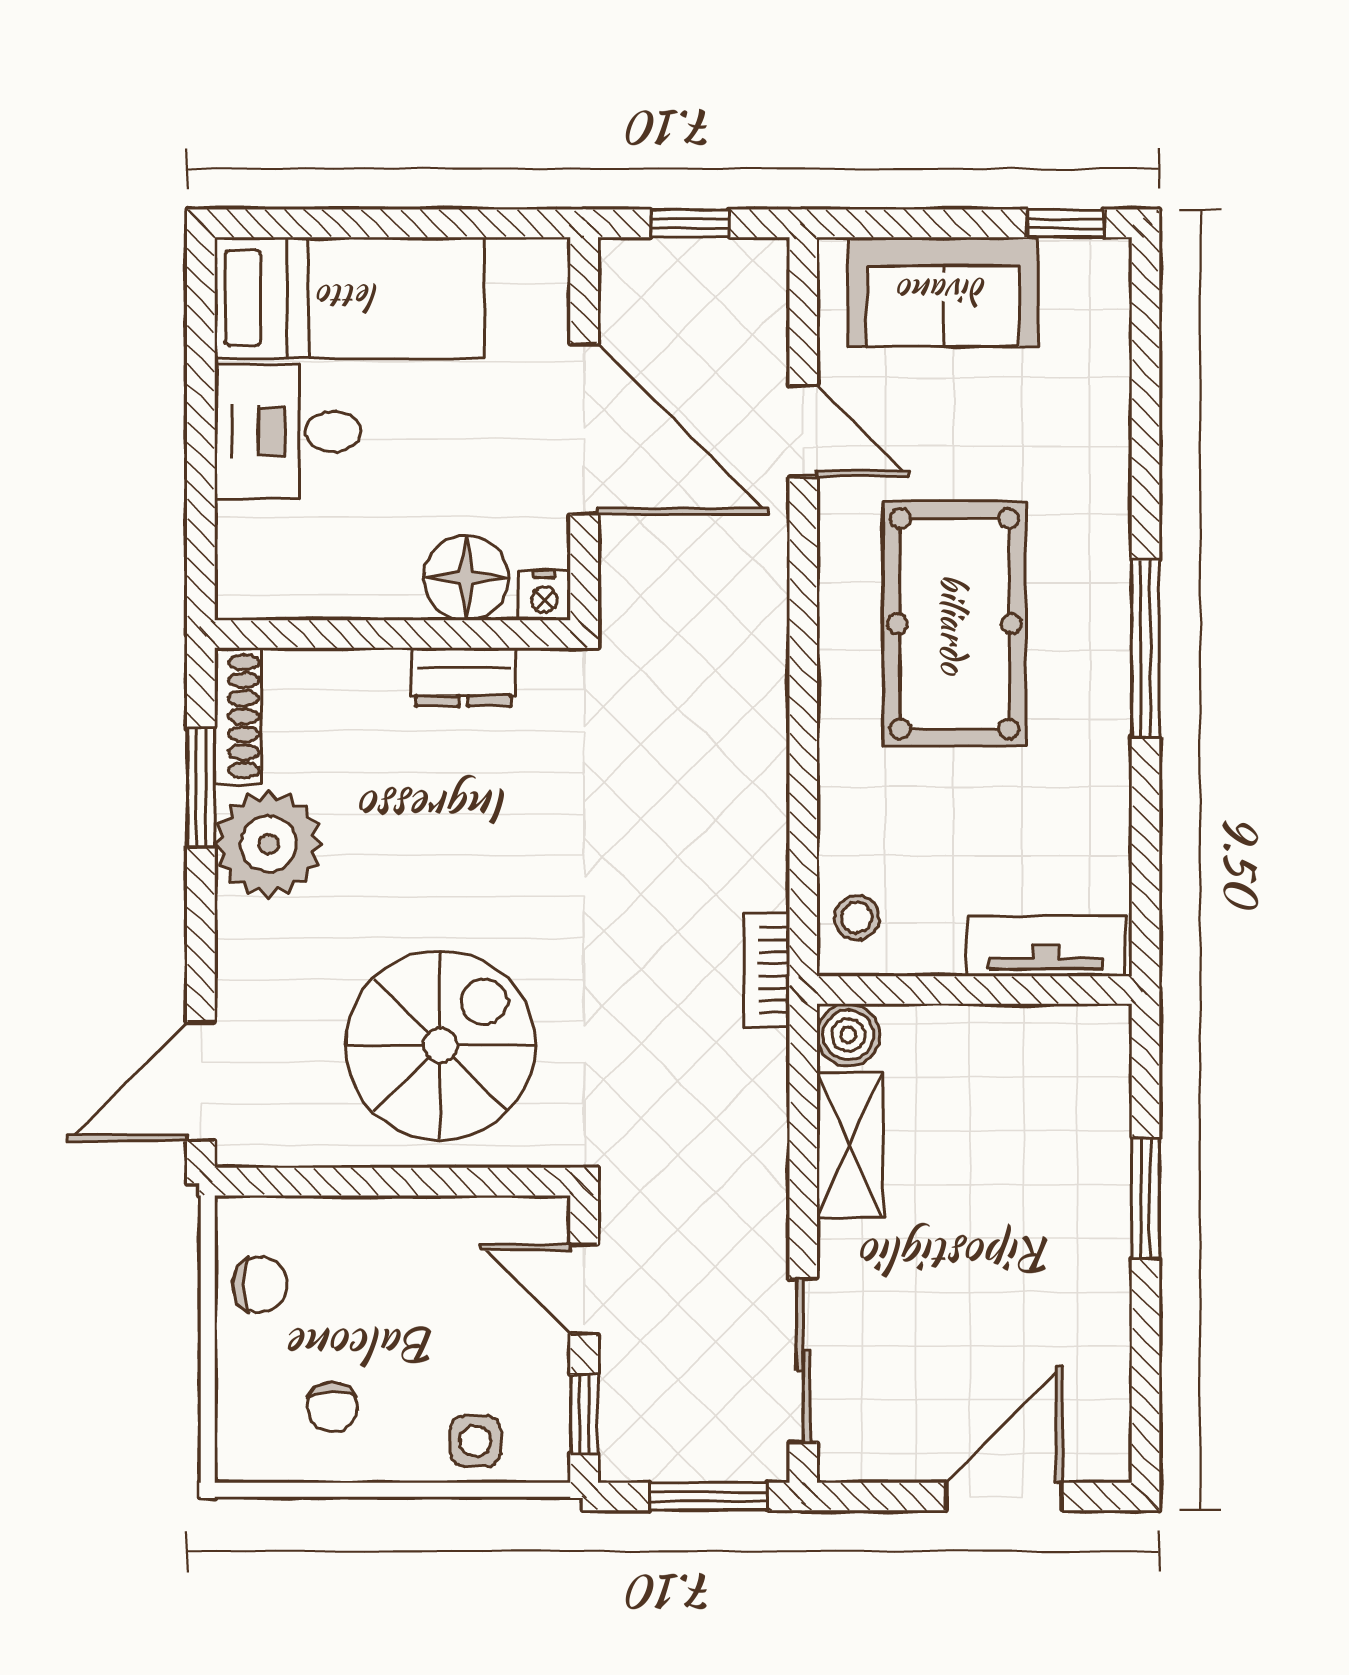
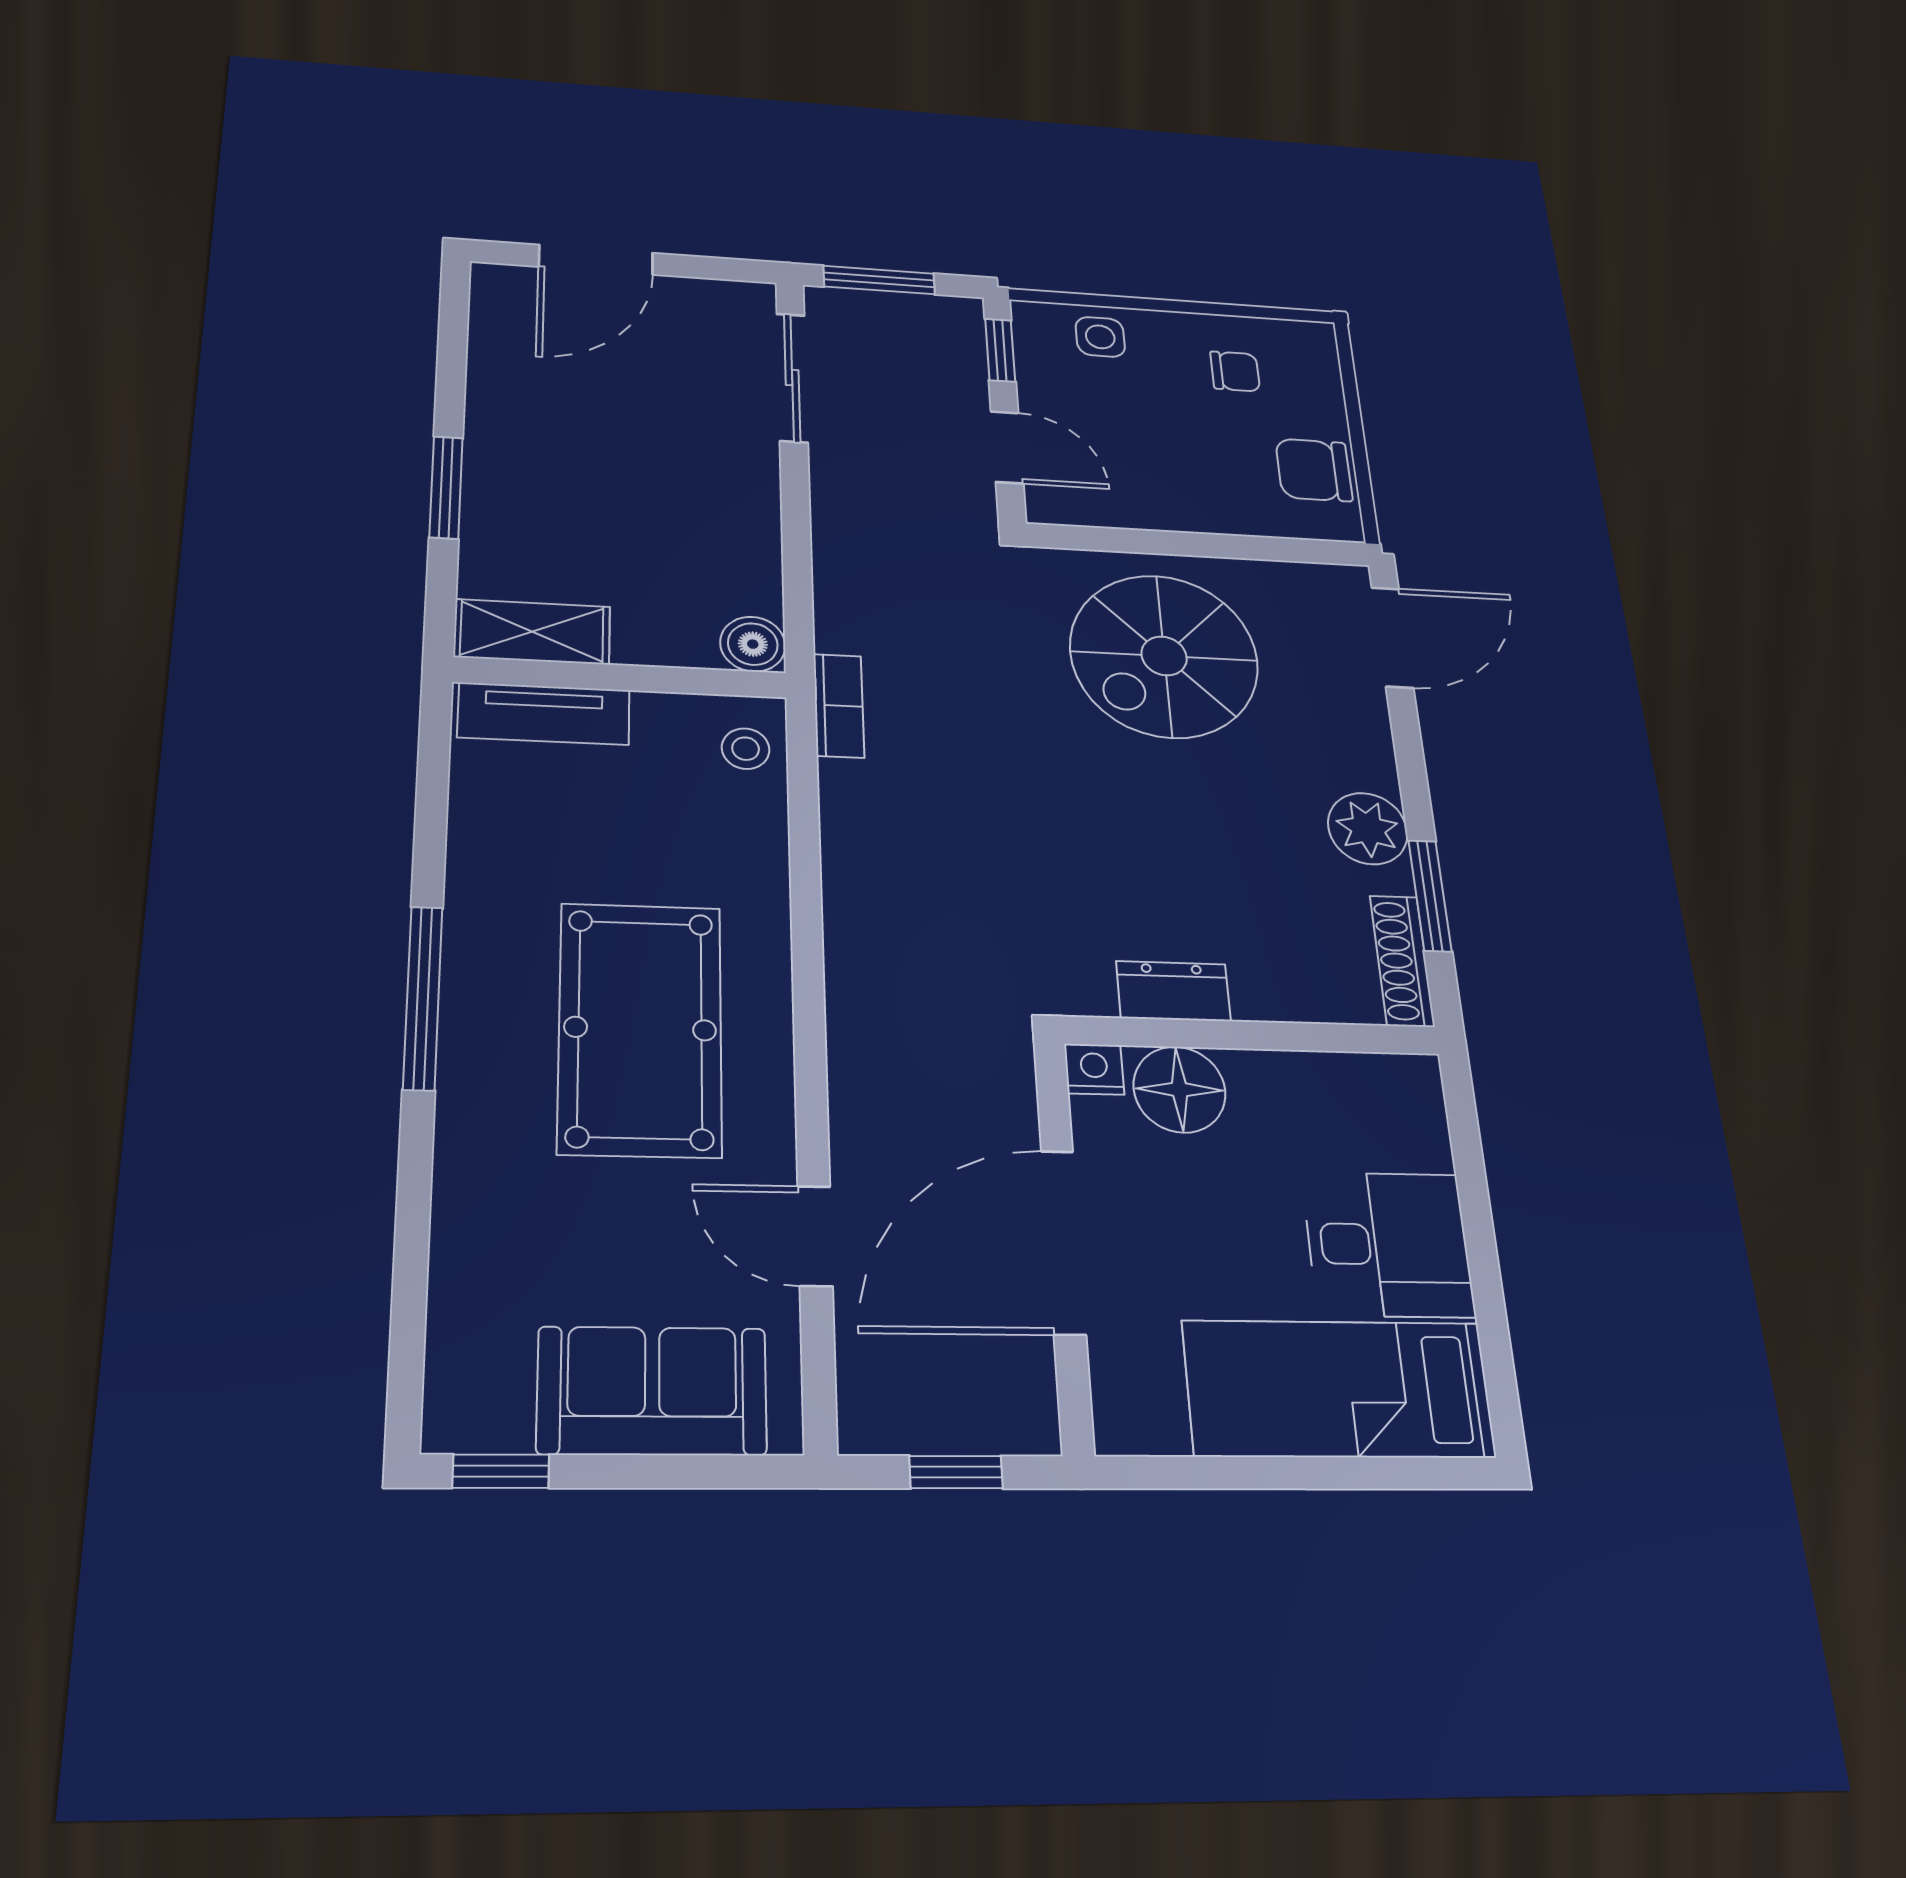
door: (584, 429) -> (1063, 1242), hinge flipped
plant: (268, 844) -> (1368, 829), width x0.73, depth x0.73
shelving: (850, 1145) -> (532, 632), moved, turned 90
chair: (260, 1285) -> (1314, 470), width x1.37, depth x1.37
chair: (332, 1407) -> (1235, 371), turned 90

